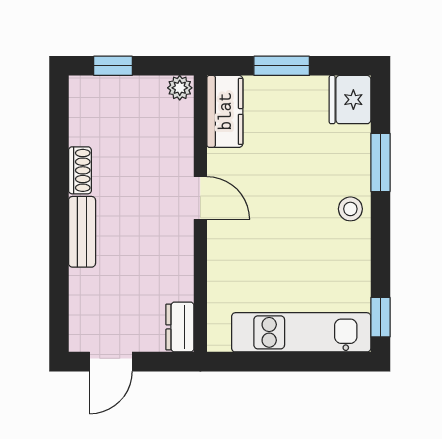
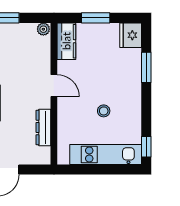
stool: (350, 209) -> (104, 111), moved
dresser: (180, 327) -> (43, 127), moved, width x1.44

